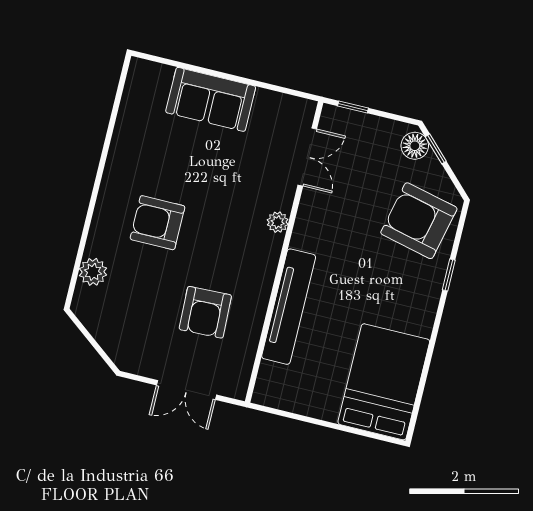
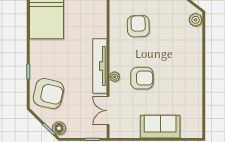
armchair: (158, 223) -> (142, 78), moved
plant: (93, 272) -> (196, 20), moved
tv unit: (289, 307) -> (100, 66), moved

